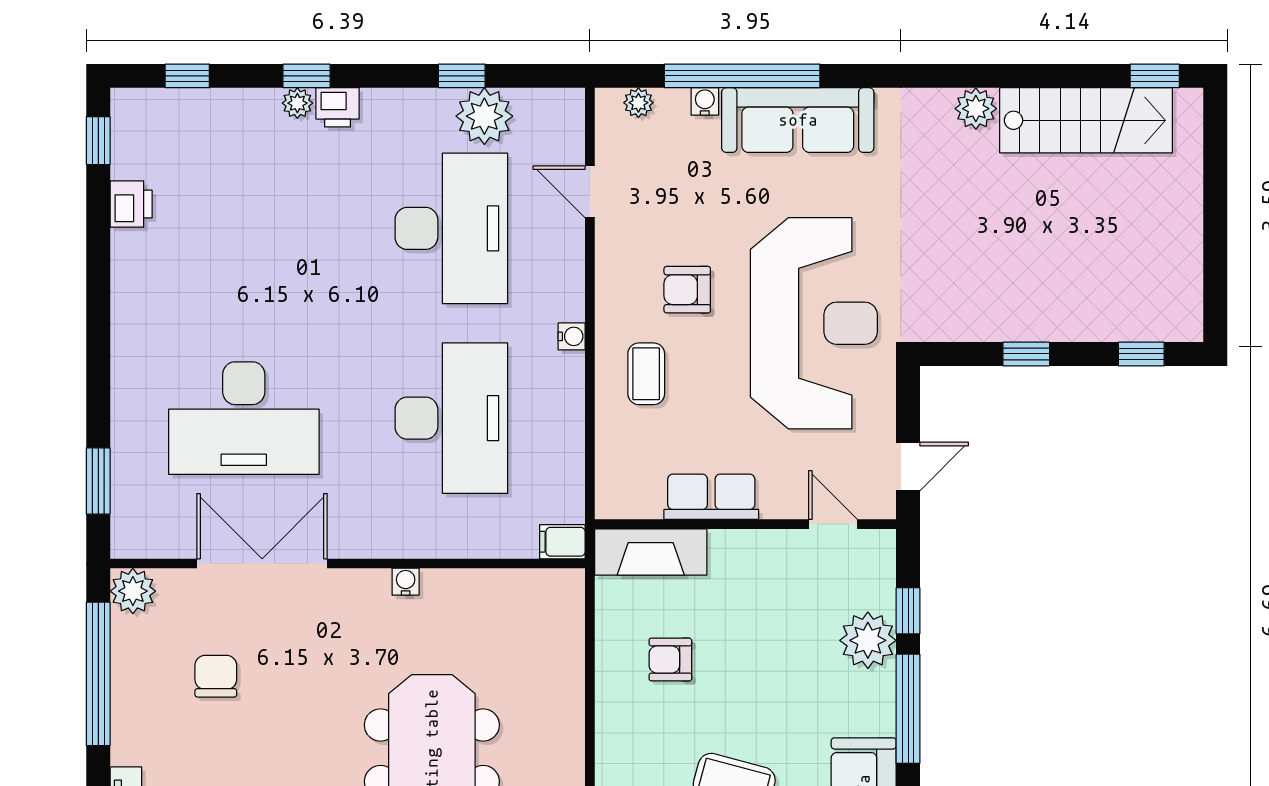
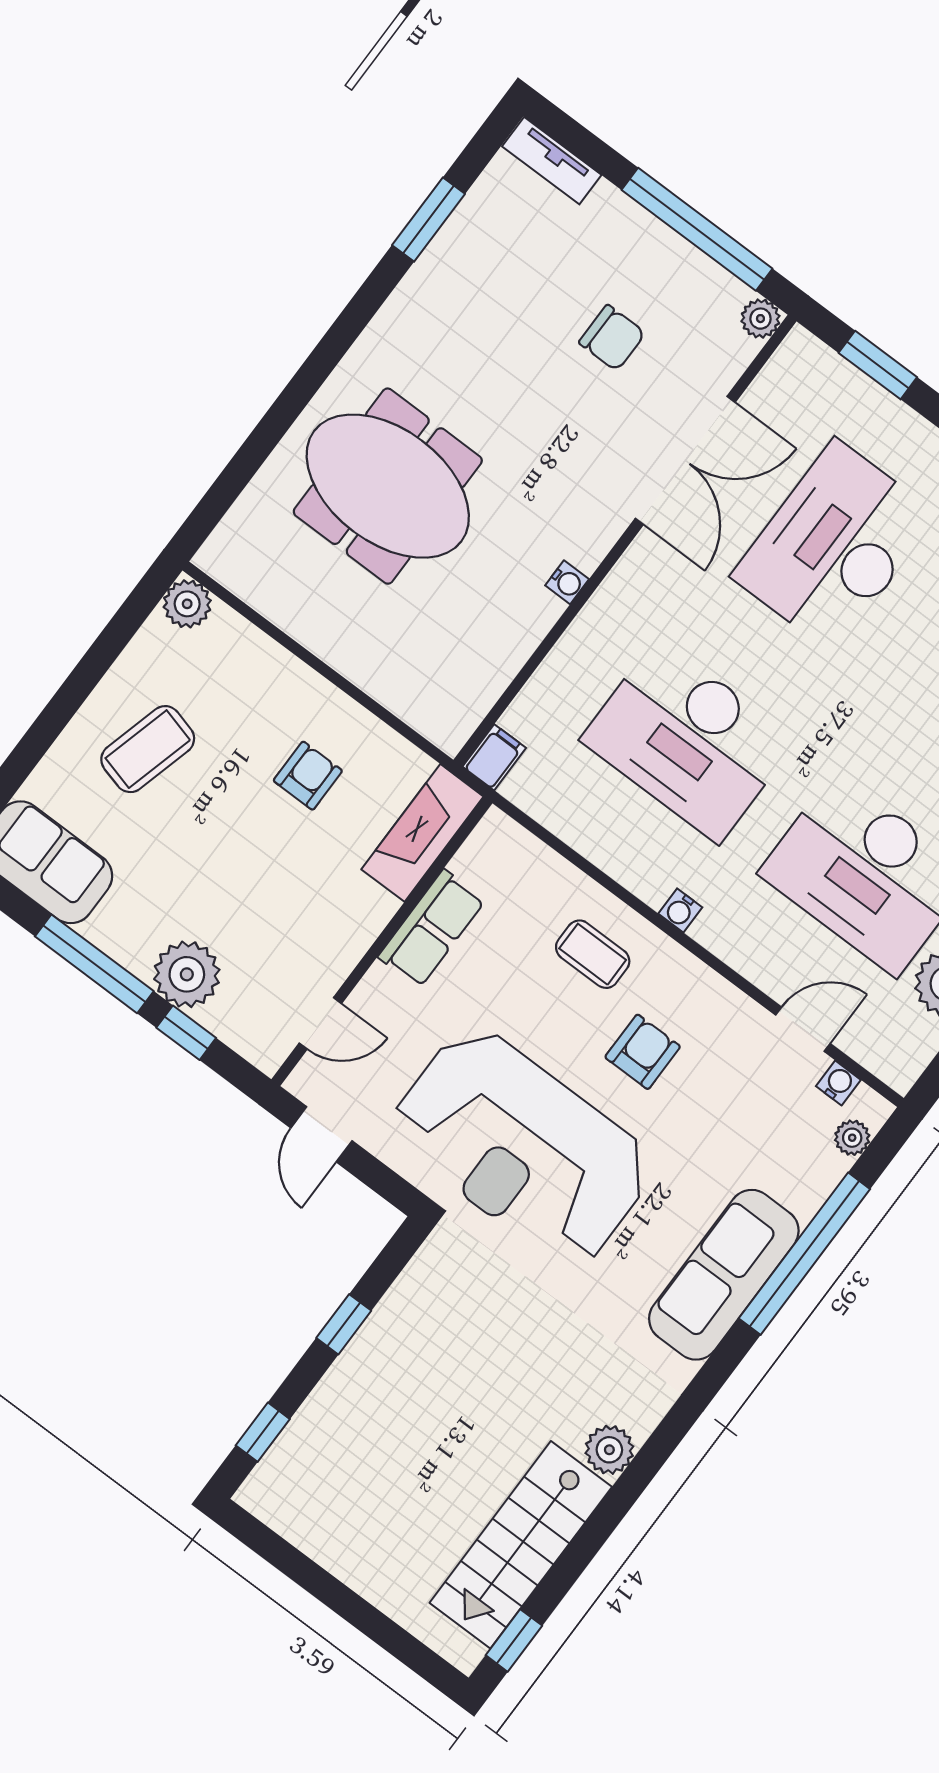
water cooler: (705, 101) -> (838, 1083), moved, turned -90
plant: (133, 591) -> (760, 319), width x0.73, depth x0.73

